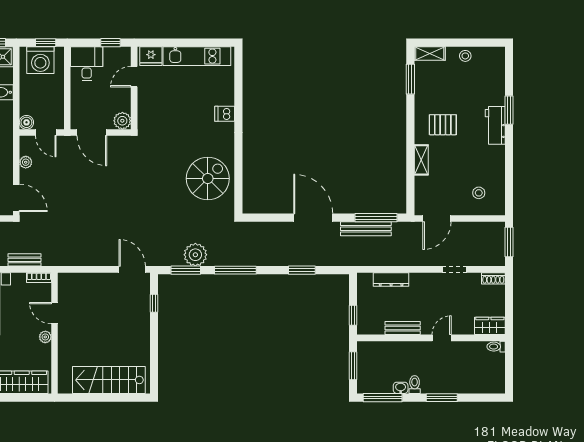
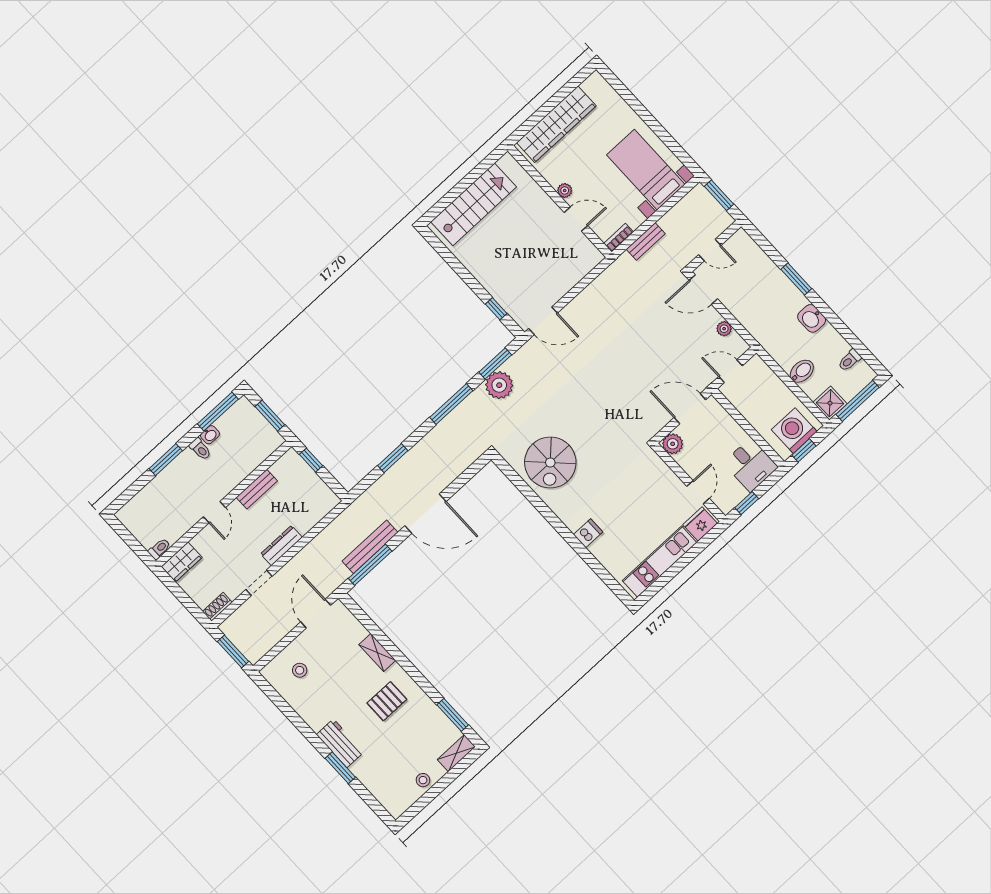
boiler: (26, 122) -> (756, 364), removed
dresser: (391, 280) -> (281, 546), moved

